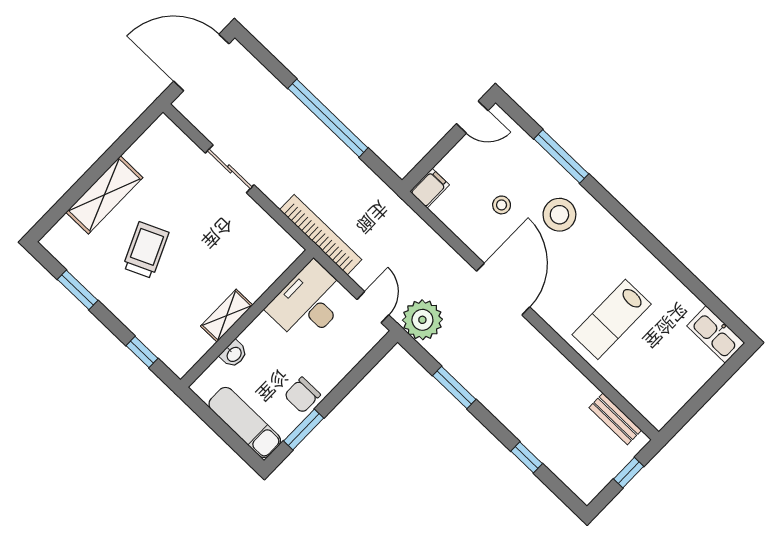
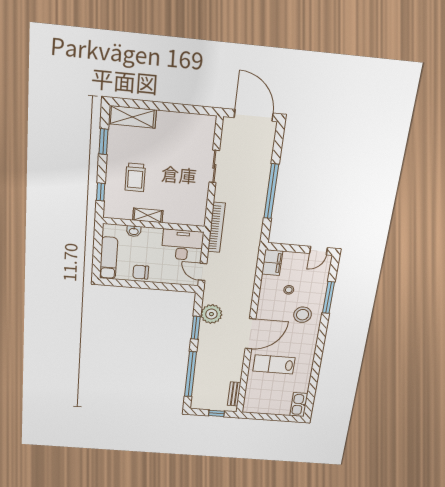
door: (472, 117) -> (319, 251), hinge flipped
filing cabinet: (430, 188) -> (272, 263), width x2.00
shelving: (104, 195) -> (132, 117), moved
trolley: (146, 250) -> (135, 177), moved, turned 114
door: (503, 289) -> (250, 334), moved
door: (373, 307) -> (203, 272), swing flipped
plant: (422, 320) -> (211, 314), moved
window: (304, 429) -> (127, 283), removed
window: (527, 457) -> (190, 374), width x3.17

